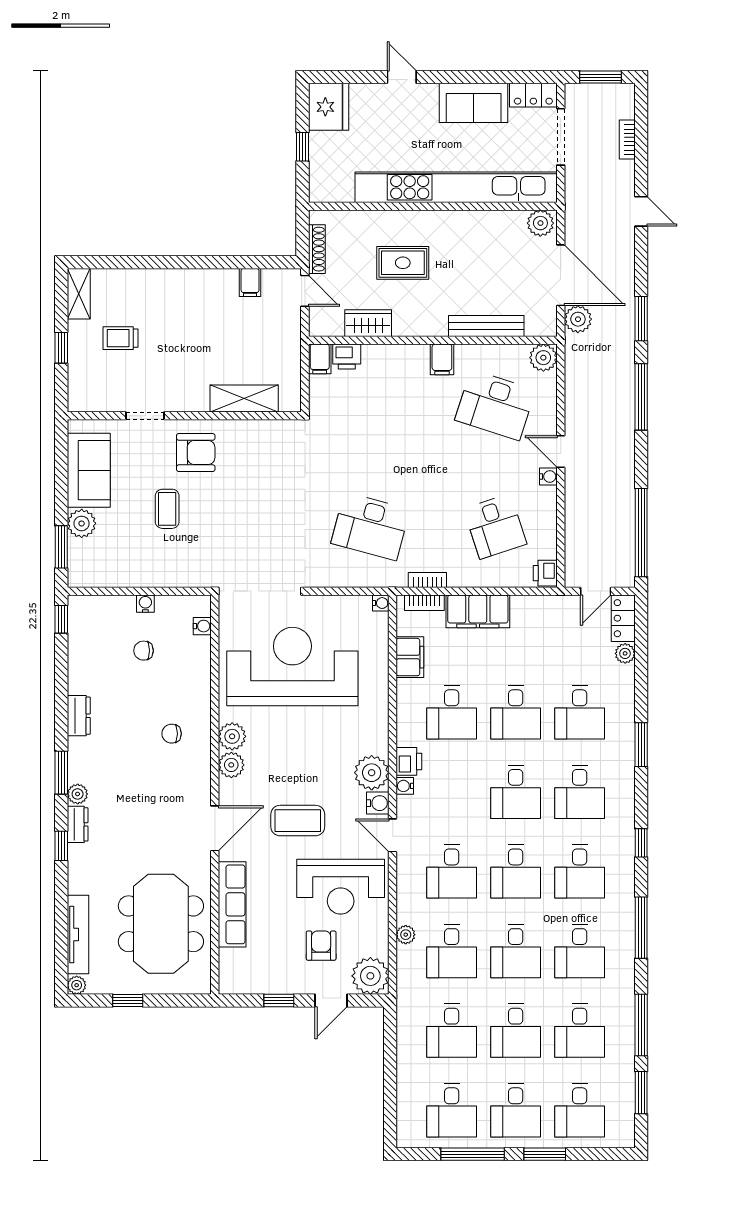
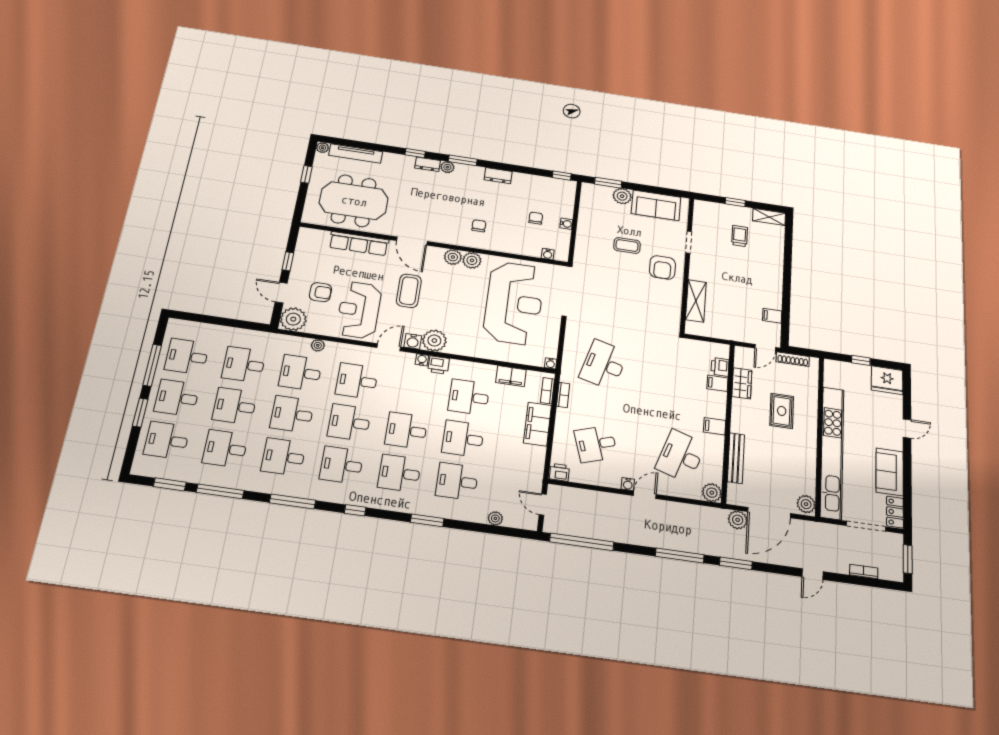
filing cabinet: (320, 359) -> (717, 383), moved
locker: (623, 618) -> (521, 521), removed

